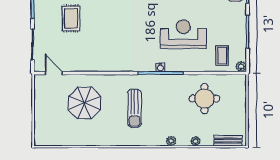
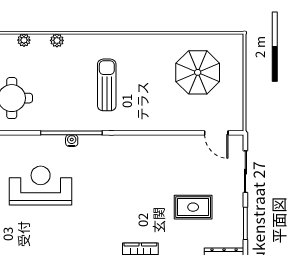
rug: (71, 18) -> (193, 207), turned 90
reception desk: (183, 34) -> (41, 186), turned 180
parasol: (84, 103) -> (198, 72), moved

